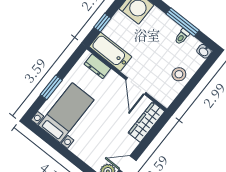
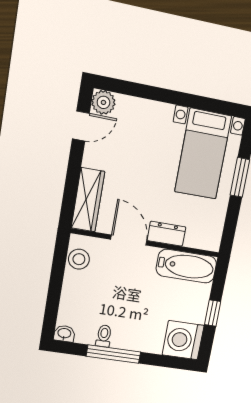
window: (102, 23) -> (213, 313), moved
dresser: (97, 66) -> (166, 234), moved
stool: (179, 74) -> (79, 259), moved

